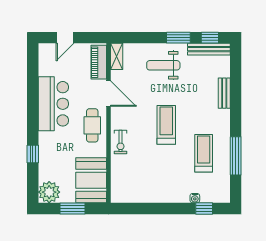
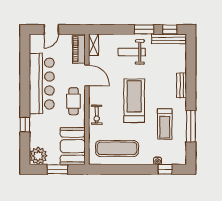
bench: (224, 93) -> (182, 86), moved
bar counter: (53, 104) -> (42, 84), width x1.36
treadmill: (166, 125) -> (134, 101), width x1.37, depth x1.38
treadmill: (204, 153) -> (165, 124), turned 180
exercise mat: (145, 183) -> (117, 148), added

